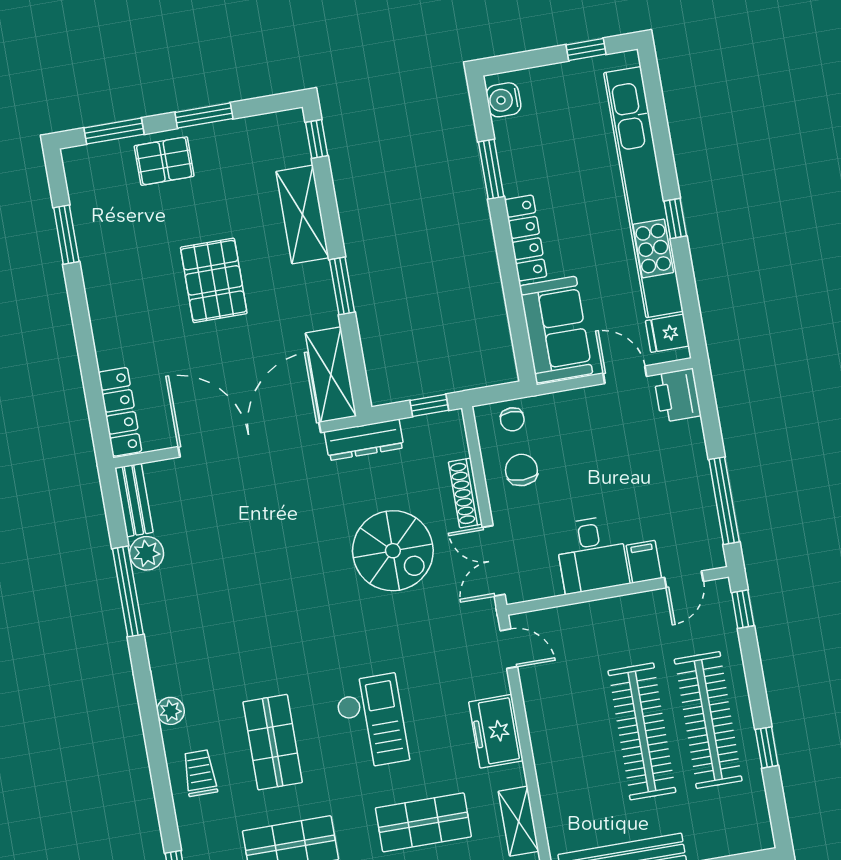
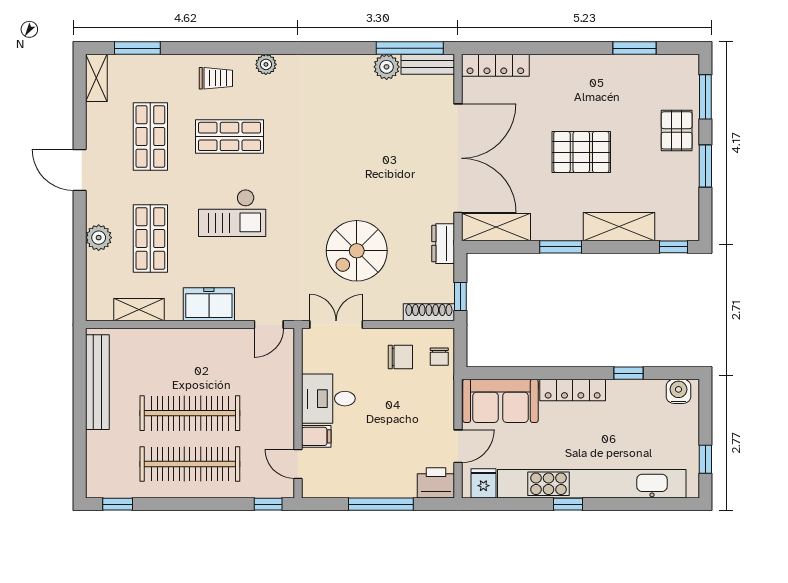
window: (491, 169) -> (628, 373), width x0.67
chair: (512, 419) -> (439, 357), turned -90
dresser: (364, 440) -> (443, 244), width x0.70
shoe rack: (465, 493) -> (429, 312), moved
window: (724, 501) -> (381, 504), moved
window: (128, 591) -> (410, 48), moved
window: (767, 747) -> (118, 504), moved

